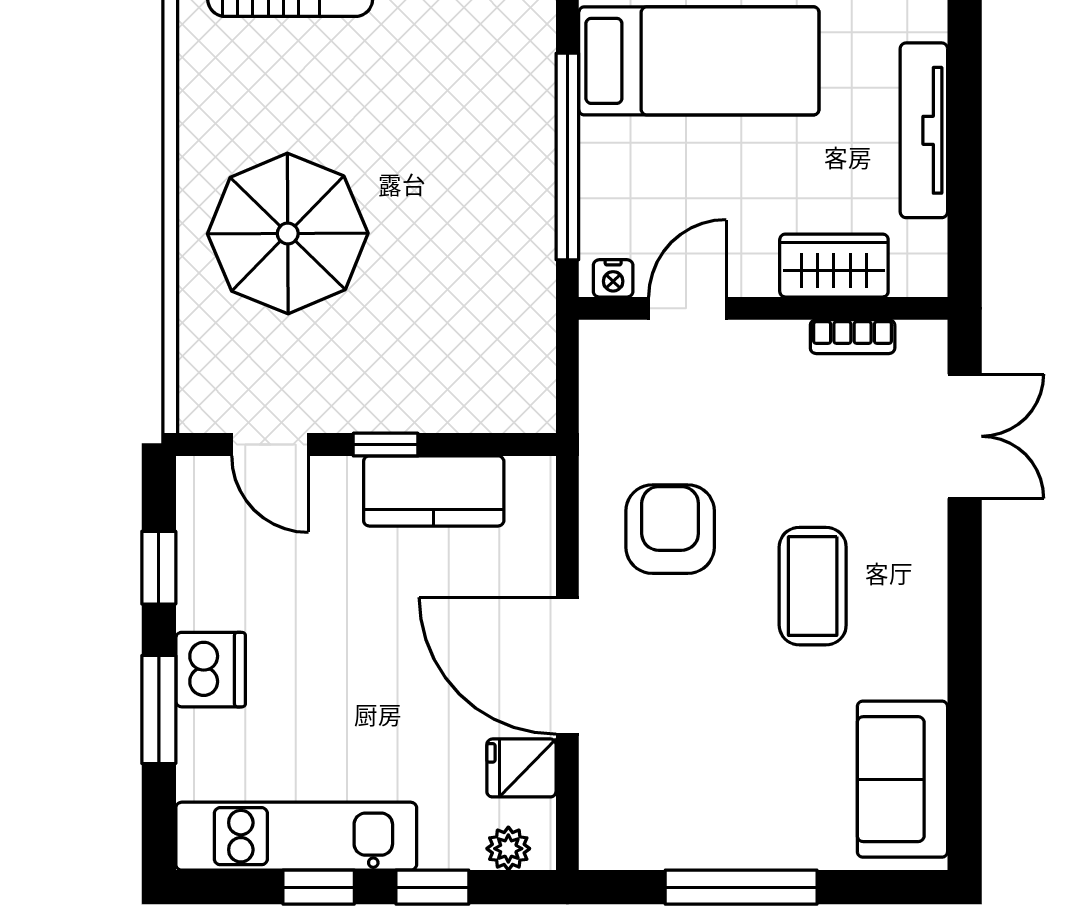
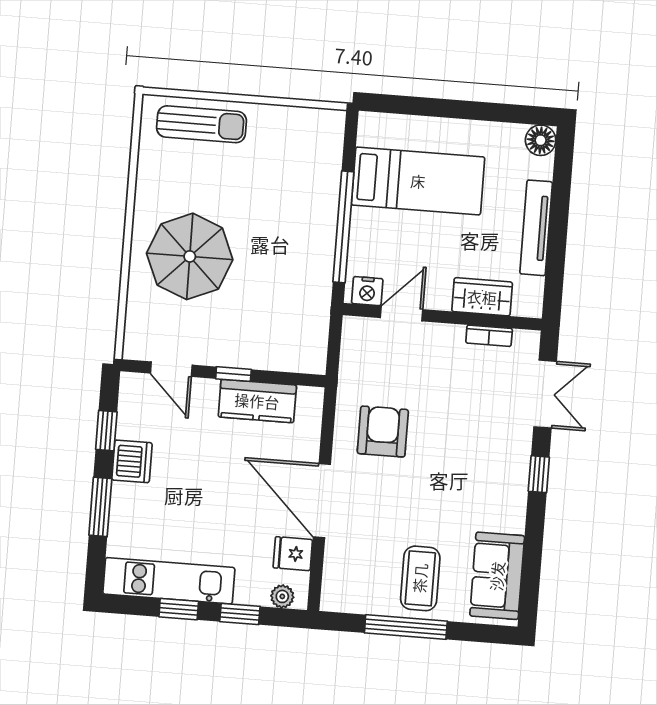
nightstand: (613, 278) -> (367, 291), width x1.39, depth x1.35
window: (965, 585) -> (539, 474), added
coffee table: (813, 586) -> (420, 578), moved
dishwasher: (211, 670) -> (132, 461), moved

